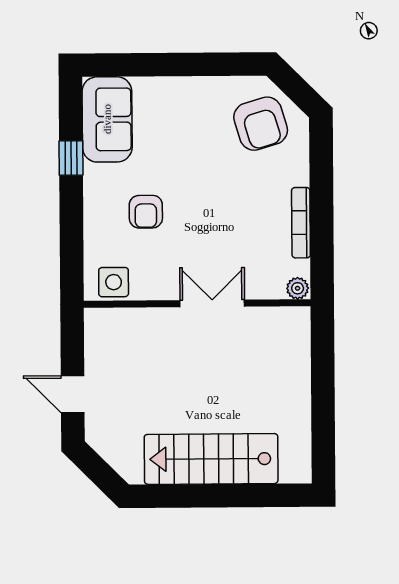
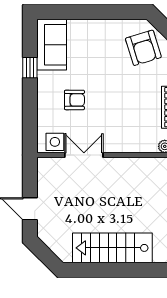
armchair: (146, 212) -> (74, 100), turned -90
double door: (212, 303) -> (84, 155), moved

